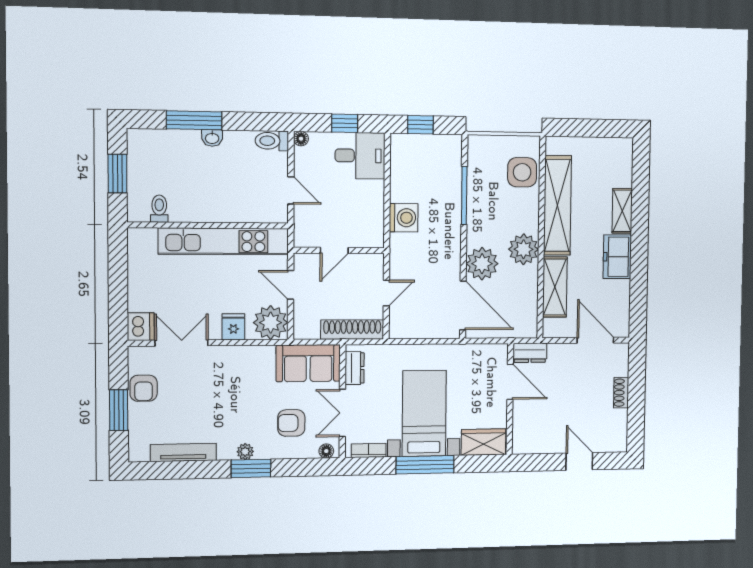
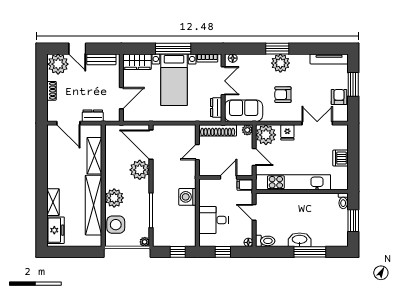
washbasin: (212, 138) -> (300, 240), width x1.91, depth x1.45
plant: (475, 143) -> (145, 242), added
desk: (360, 156) -> (214, 220), moved
toilet: (159, 209) -> (343, 201), moved
filing cabinet: (307, 238) -> (245, 185), added
plant: (524, 249) -> (114, 198), moved
freezer: (617, 257) -> (56, 230), moved
dishwasher: (141, 327) -> (340, 158), moved
plant: (302, 331) -> (247, 130), added
double door: (182, 343) -> (317, 123), swing flipped
dresser: (530, 353) -> (93, 116), moved
door: (510, 382) -> (121, 98), swing flipped
armchair: (291, 423) -> (283, 95), moved, turned 180
plant: (610, 436) -> (58, 64), added
bench: (541, 445) -> (101, 59), added
tv unit: (183, 452) -> (329, 59), moved
plant: (245, 452) -> (280, 63), width x1.88, depth x1.88

